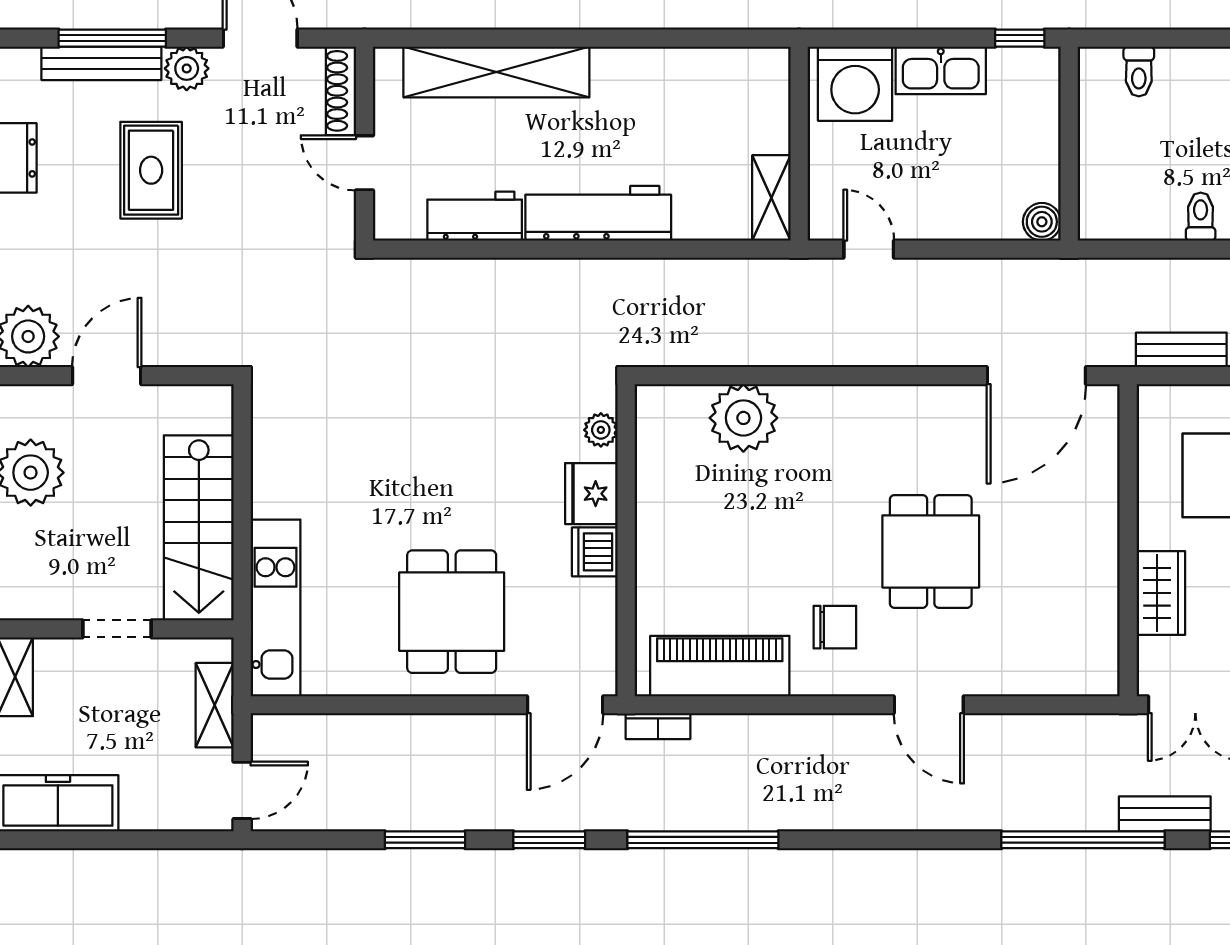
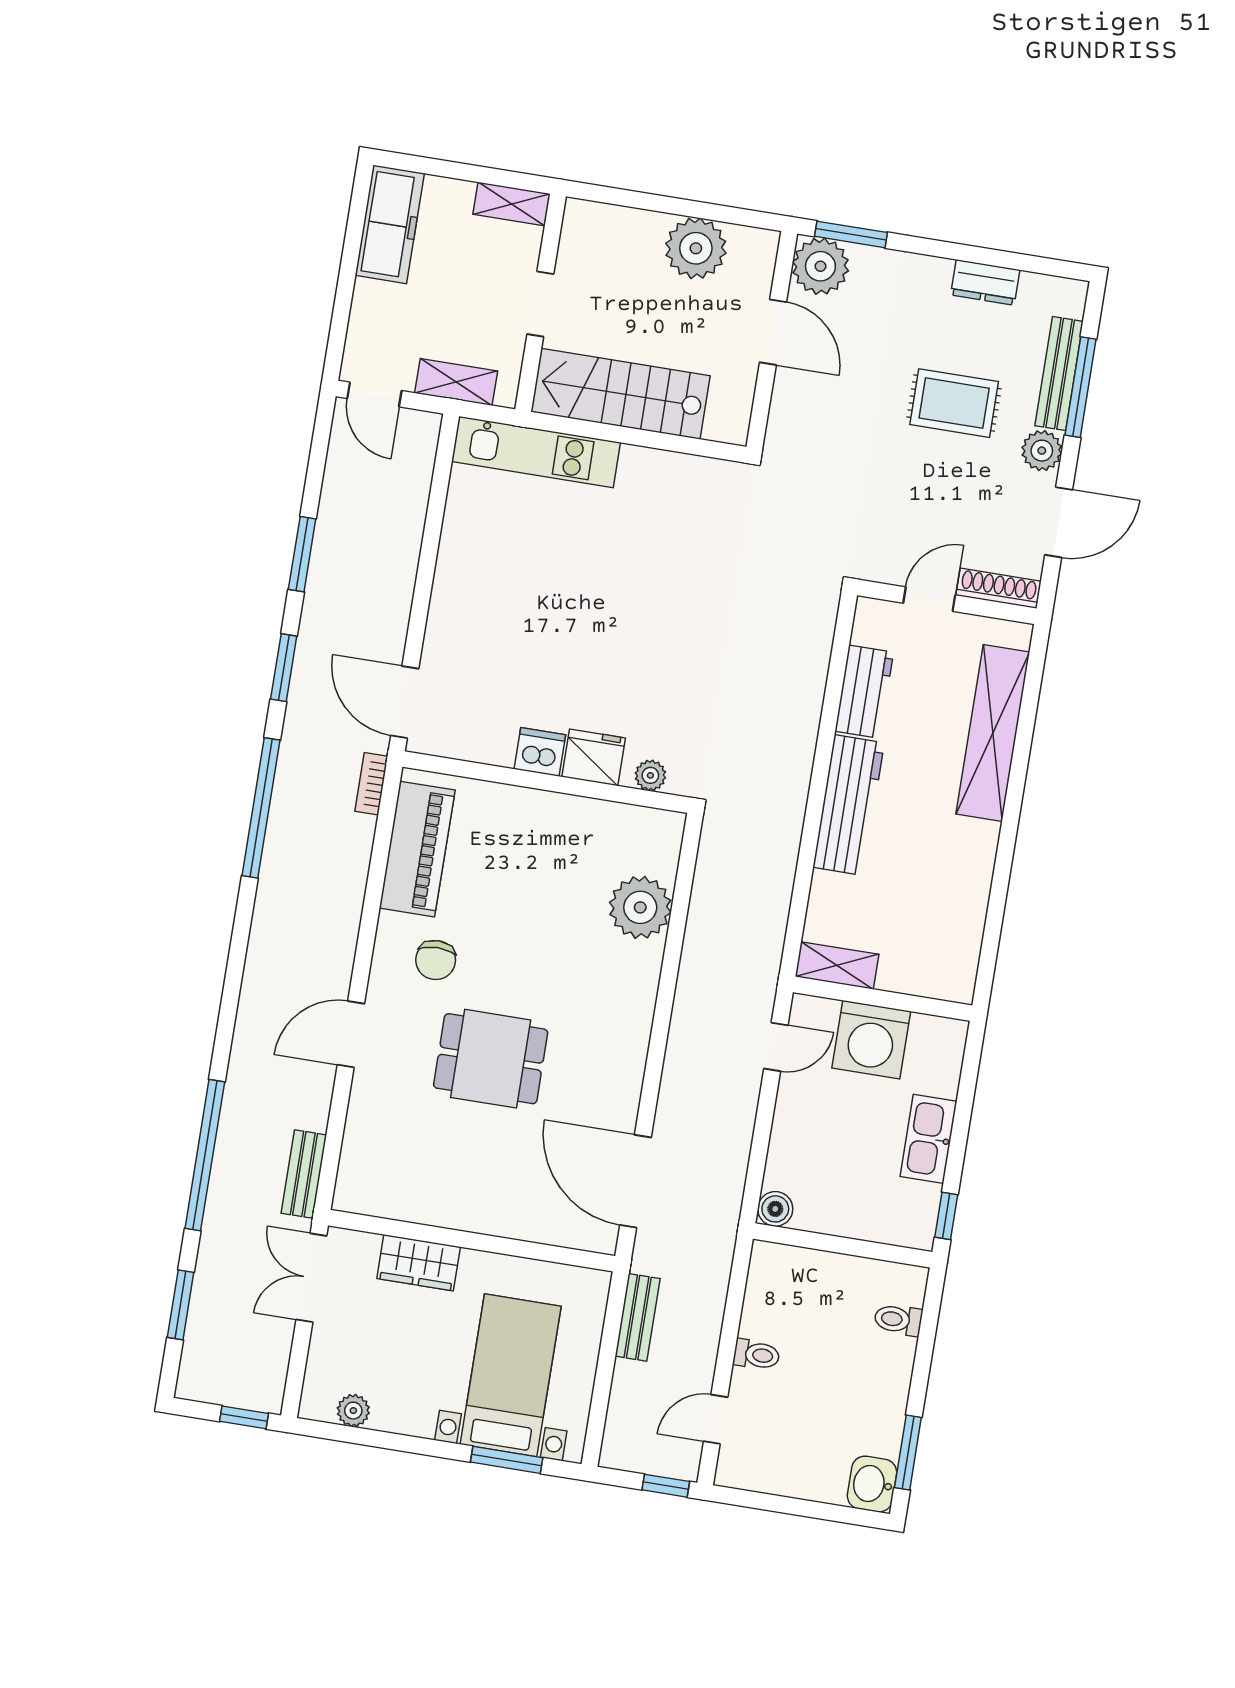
washing machine: (855, 84) -> (871, 1040), moved, turned -90
dining table: (452, 612) -> (507, 612), removed
bench: (1165, 814) -> (304, 1174), moved

